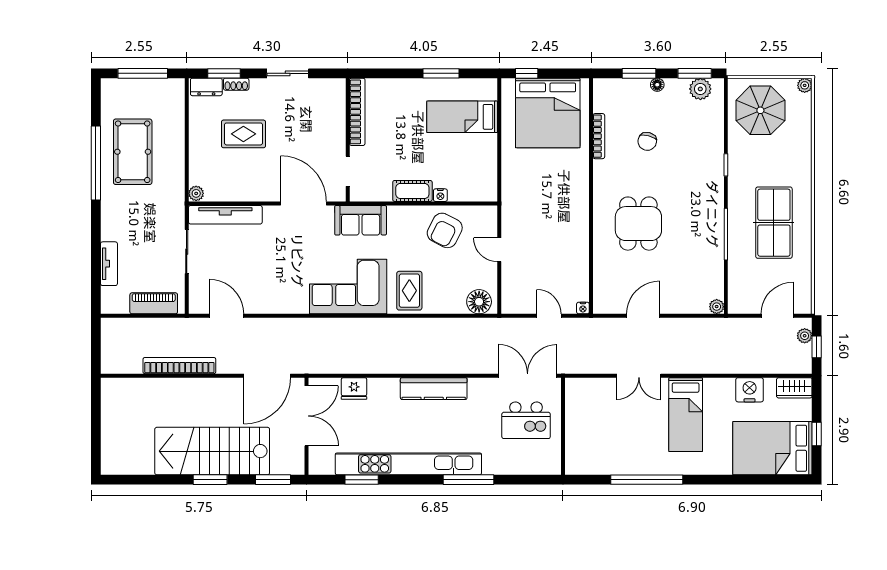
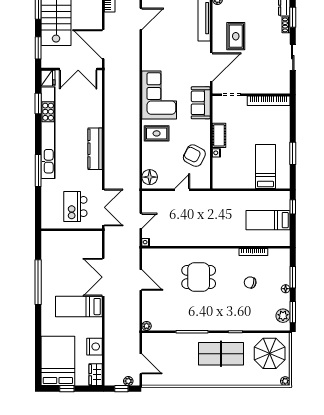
bed: (548, 113) -> (268, 220), width x0.49
rug: (243, 134) -> (236, 36), moved
table tennis table: (774, 223) -> (221, 354), moved
double door: (639, 376) -> (103, 277), width x1.37
fridge: (354, 389) -> (48, 78), moved, turned 180

